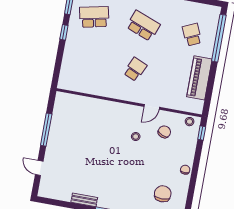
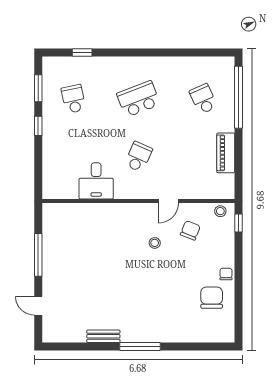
school desk: (94, 17) -> (73, 99), width x0.54
school desk: (143, 26) -> (138, 99), turned -42
piano: (199, 78) -> (226, 153), width x0.73, depth x0.75
desk: (100, 82) -> (96, 181), added
chair: (163, 194) -> (212, 298), moved

